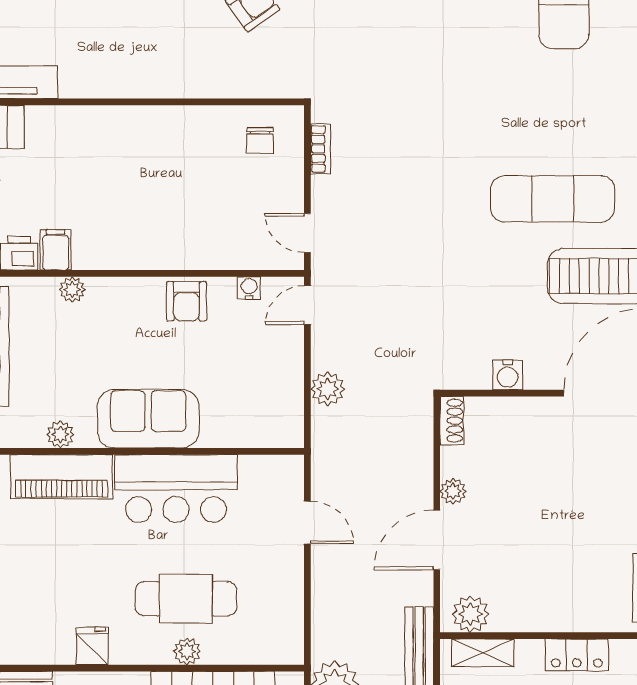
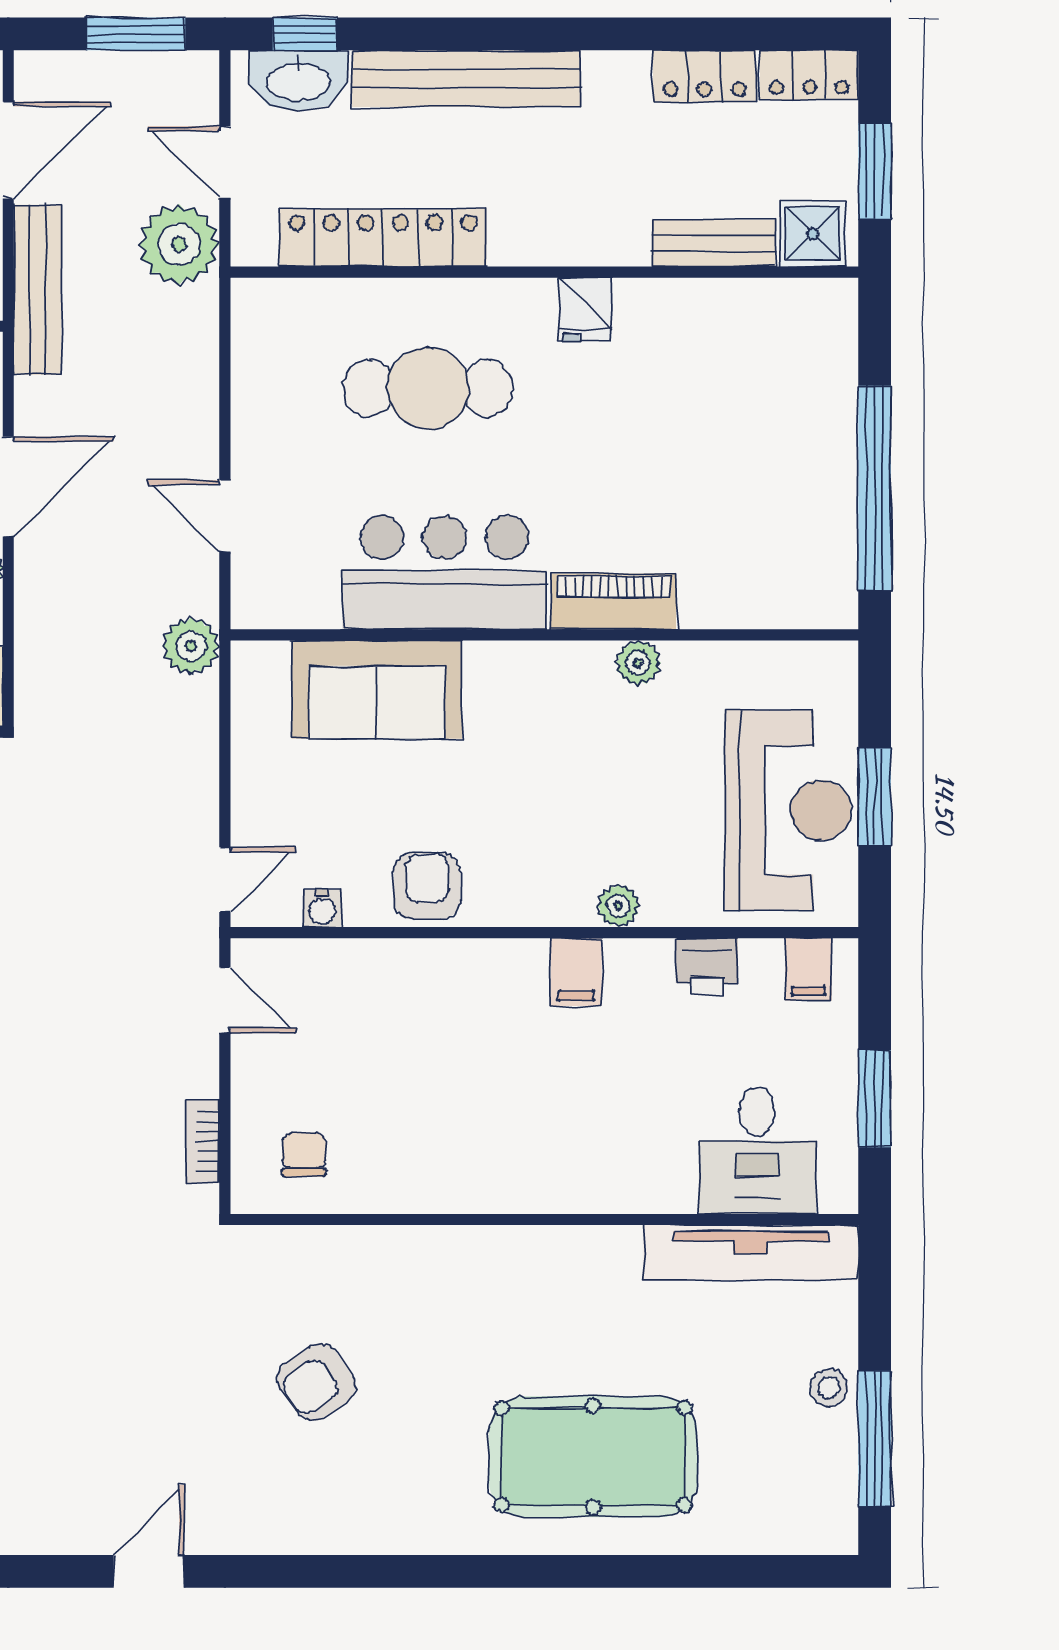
filing cabinet: (56, 250) -> (576, 972), moved
plant: (328, 389) -> (191, 646), moved
sofa: (148, 419) -> (377, 689), moved
piano: (61, 477) -> (614, 602), width x0.73, depth x0.75
plant: (187, 651) -> (426, 300), removed

